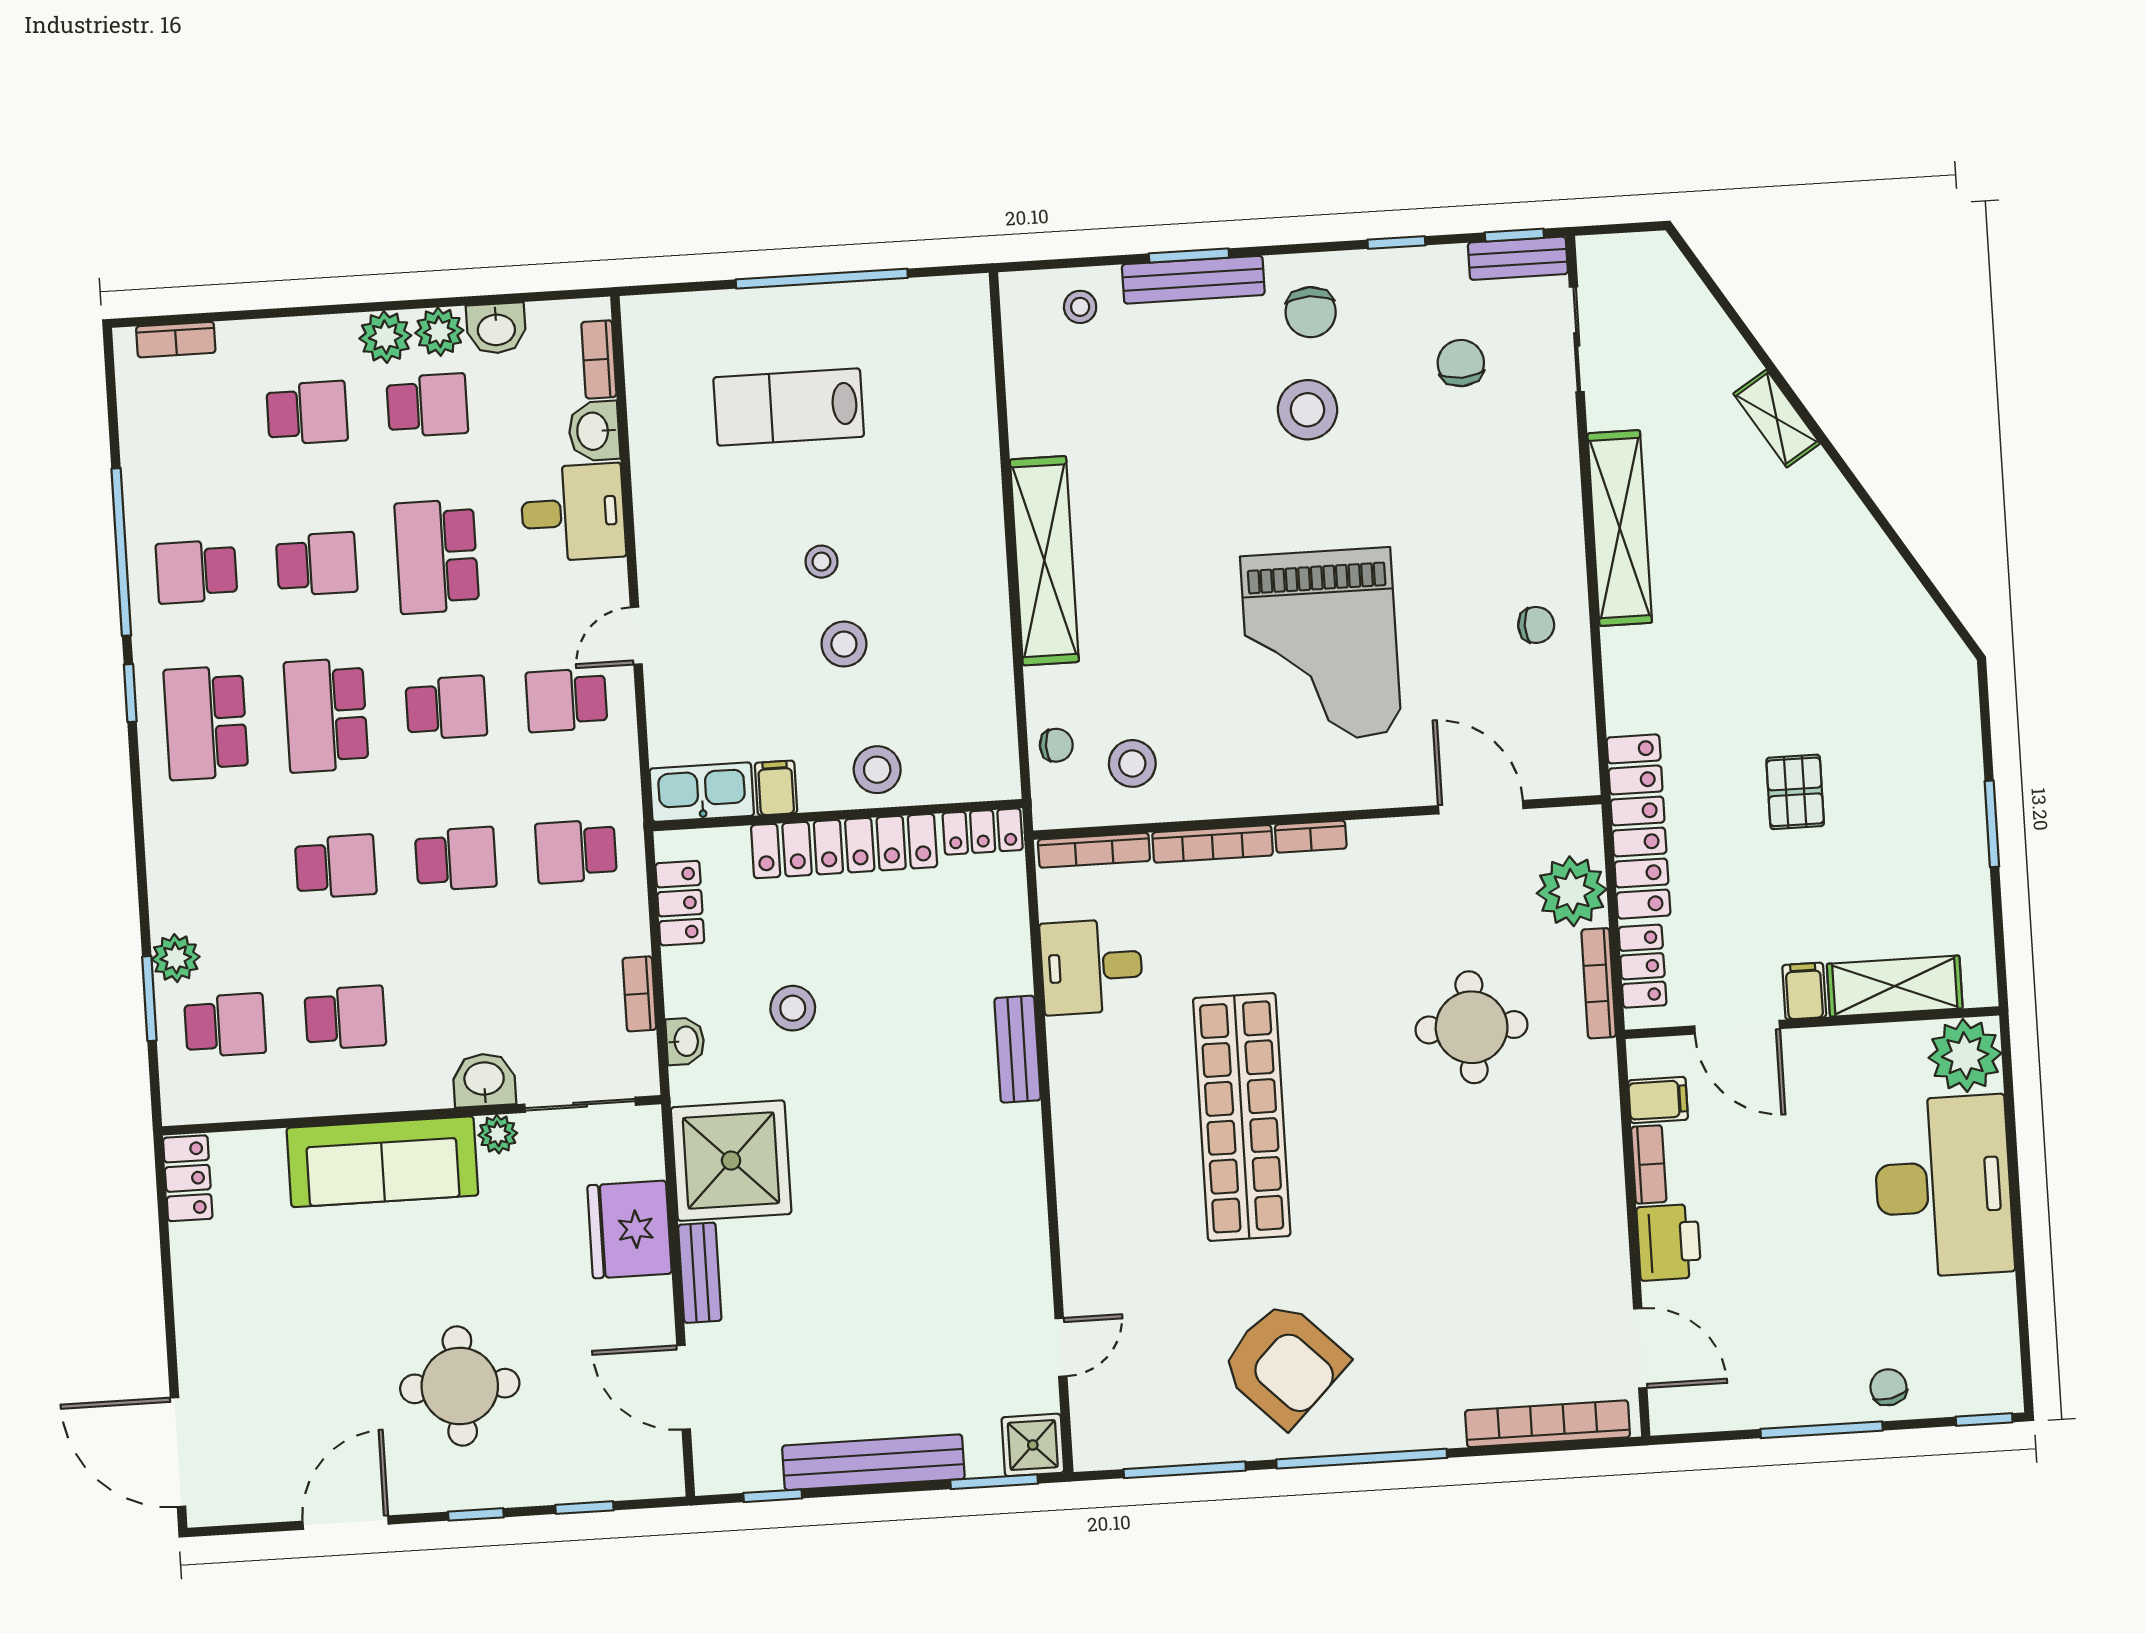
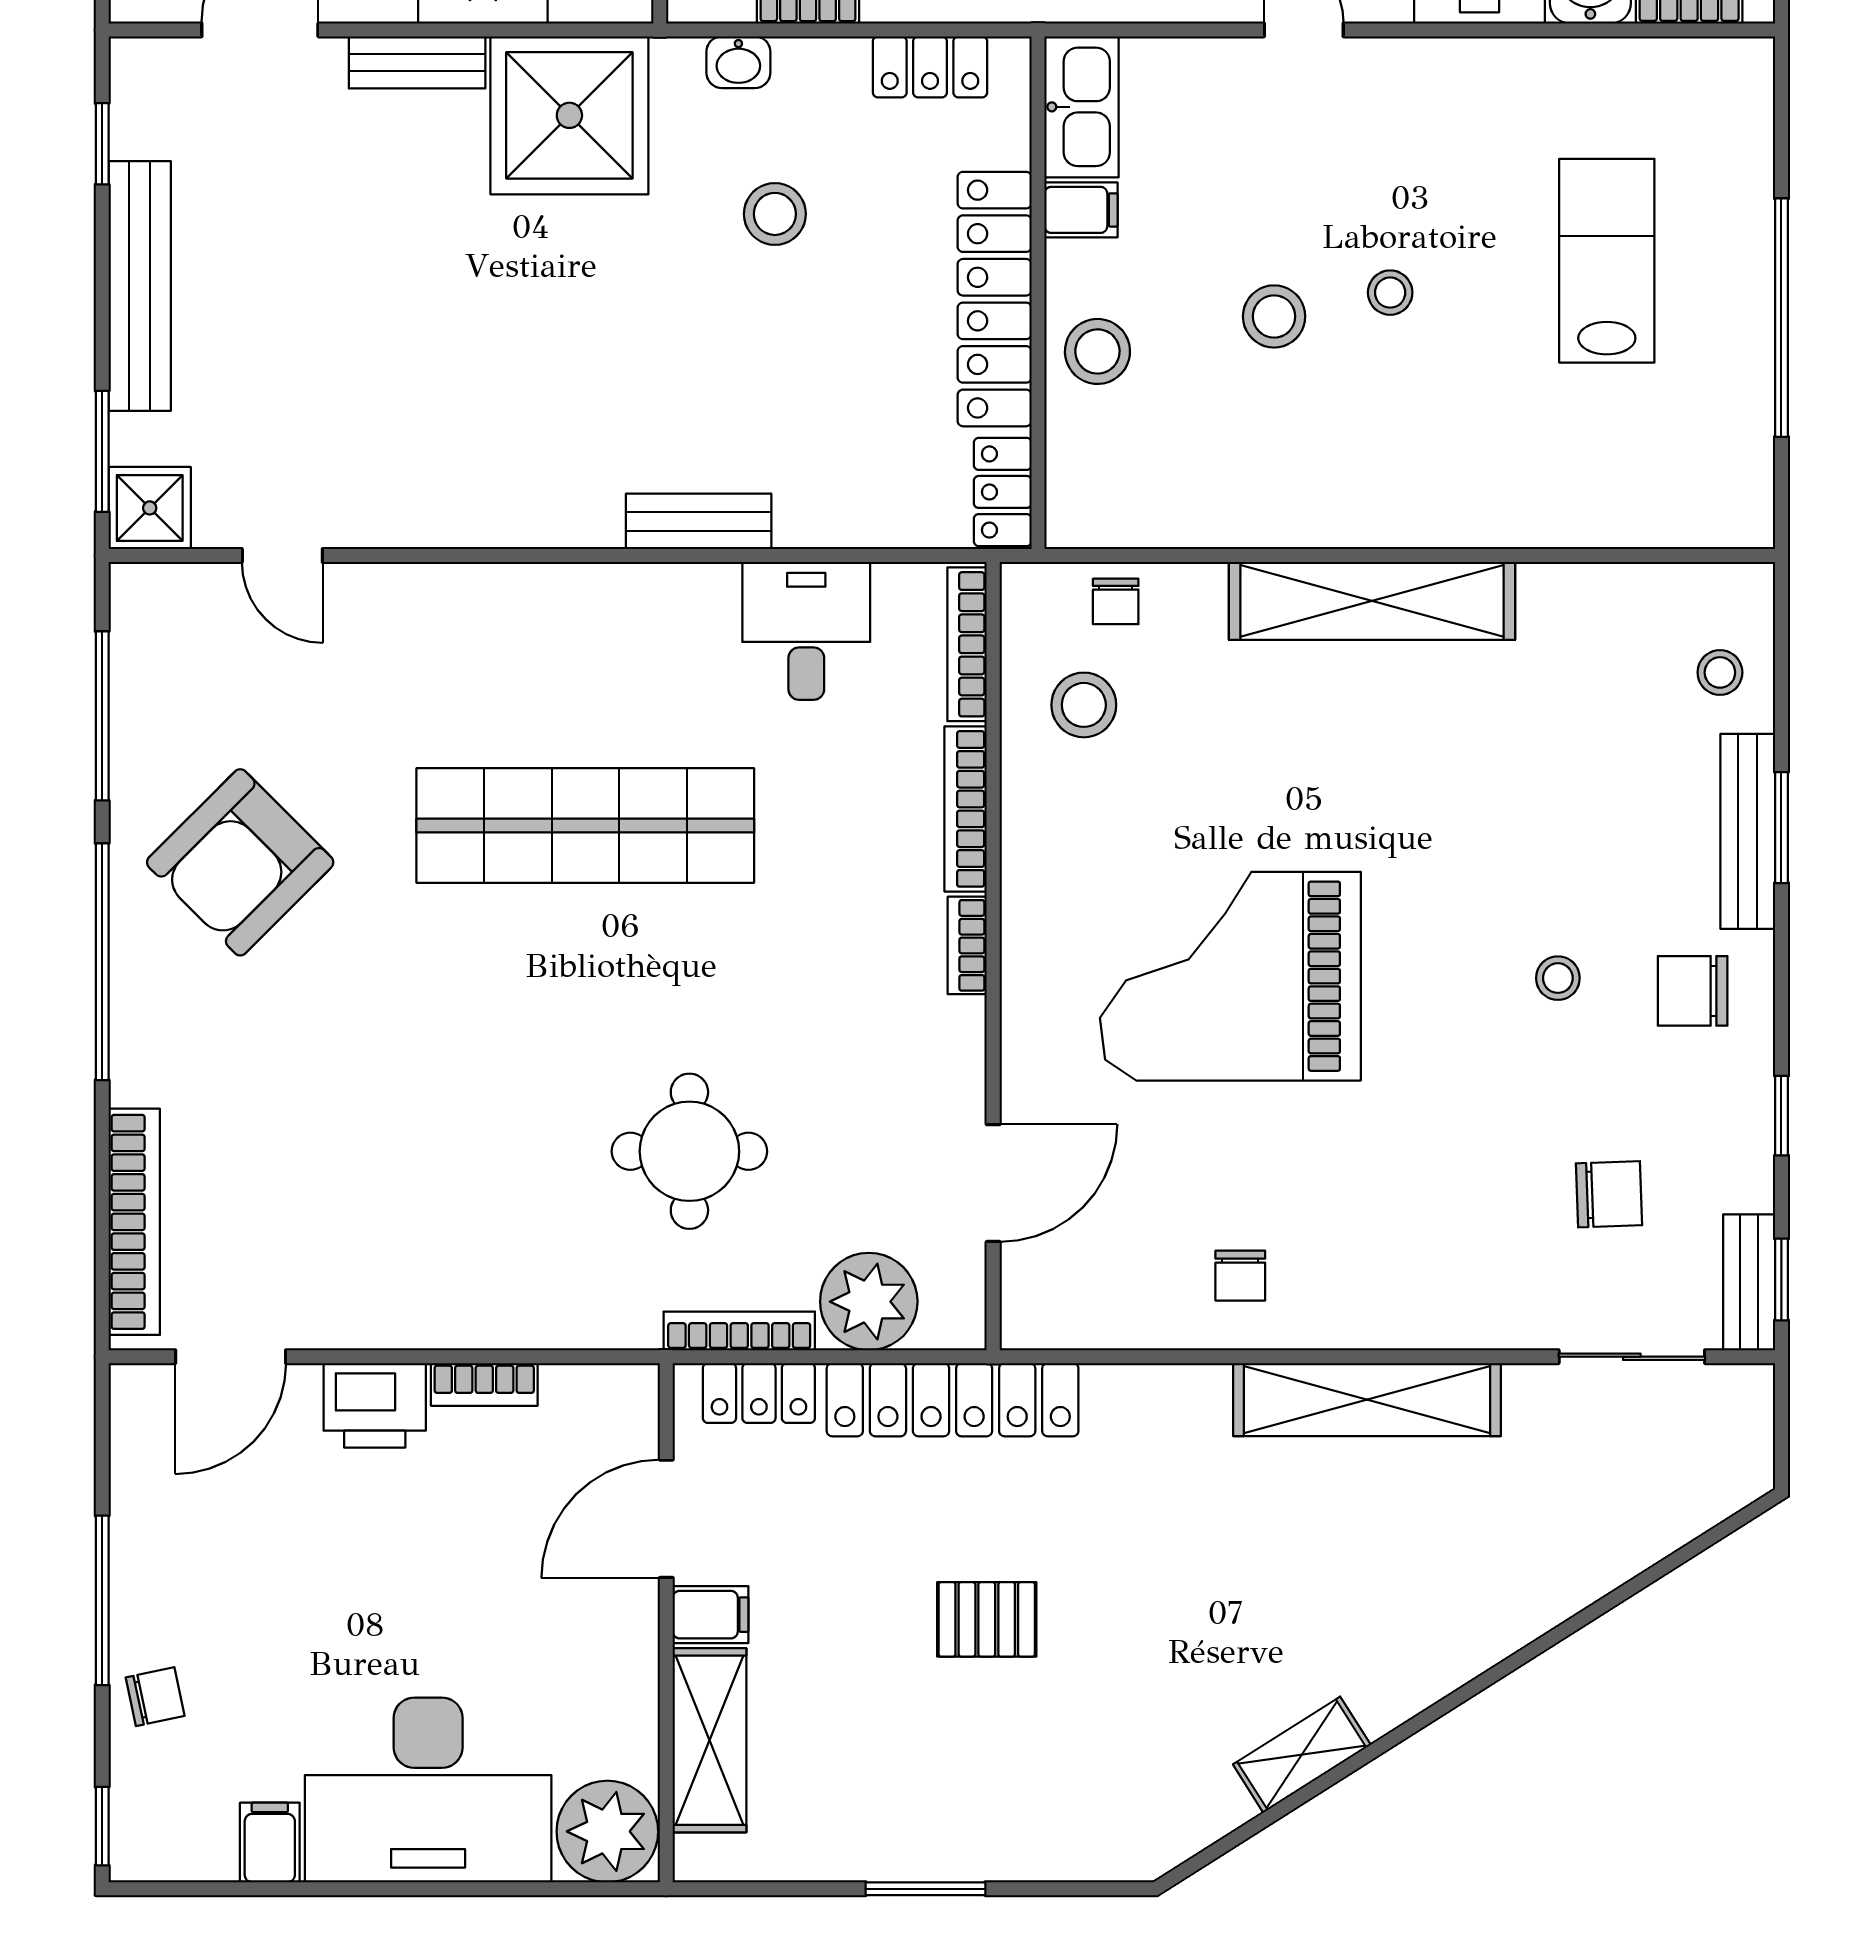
stool: (1307, 410) -> (1558, 978), width x0.53, depth x0.53
shelving: (1777, 419) -> (1302, 1755), moved
filing cabinet: (1658, 1100) -> (270, 1842), moved, turned 180

